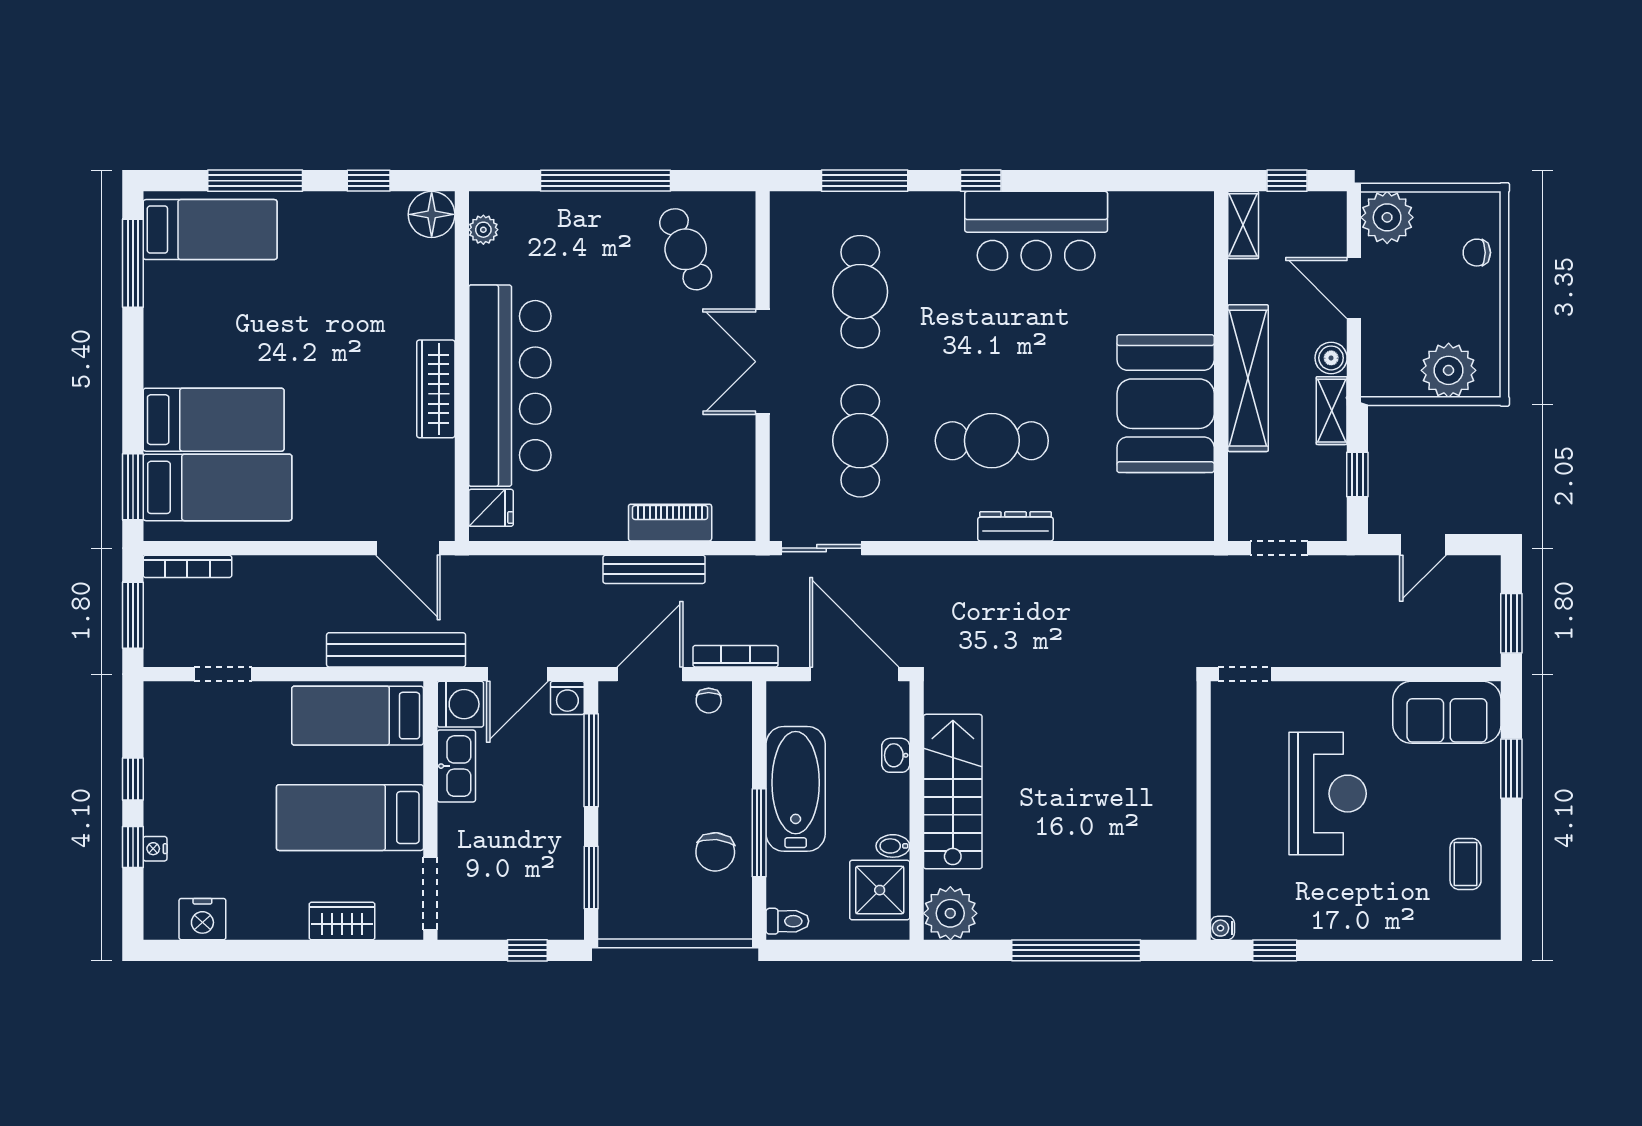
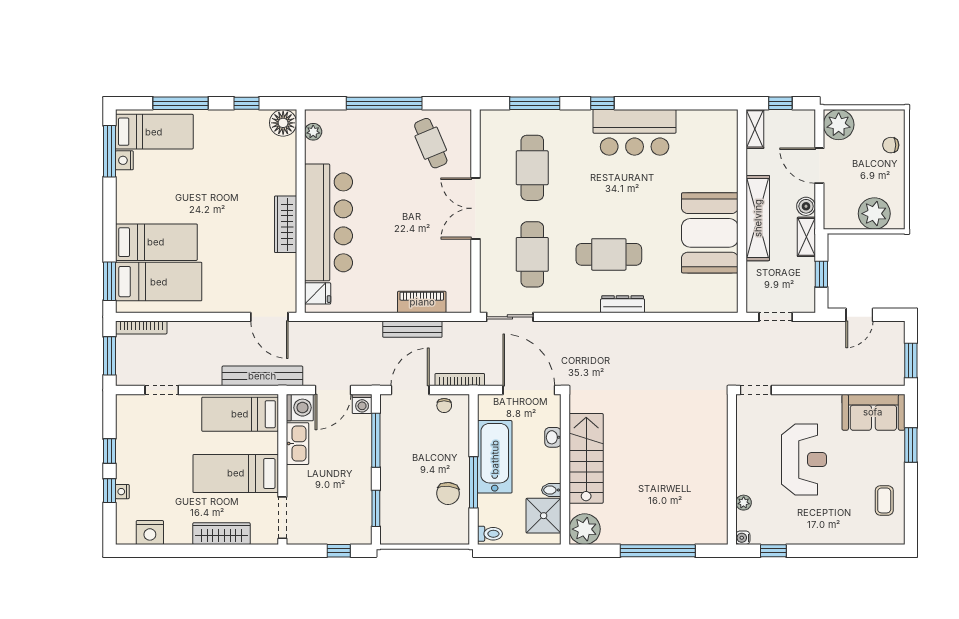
nightstand: (159, 279) -> (124, 160), added
plant: (1224, 868) -> (744, 503), added
wardrobe: (342, 921) -> (221, 534), width x1.50

